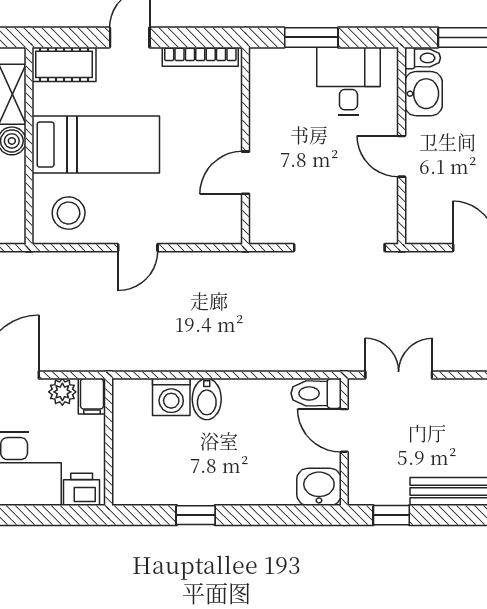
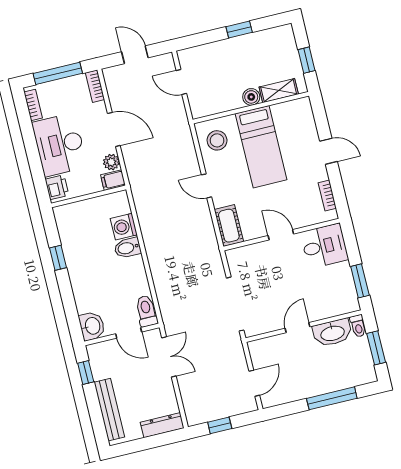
window: (311, 37) -> (360, 281), moved
bookcase: (200, 57) -> (327, 195), width x0.64
cot: (64, 64) -> (229, 226), moved
desk: (348, 81) -> (324, 246), moved
washbasin: (423, 94) -> (332, 333), width x1.38
door: (246, 173) -> (281, 235), moved
door: (344, 430) -> (129, 333), swing flipped

